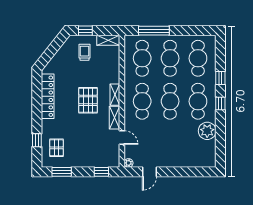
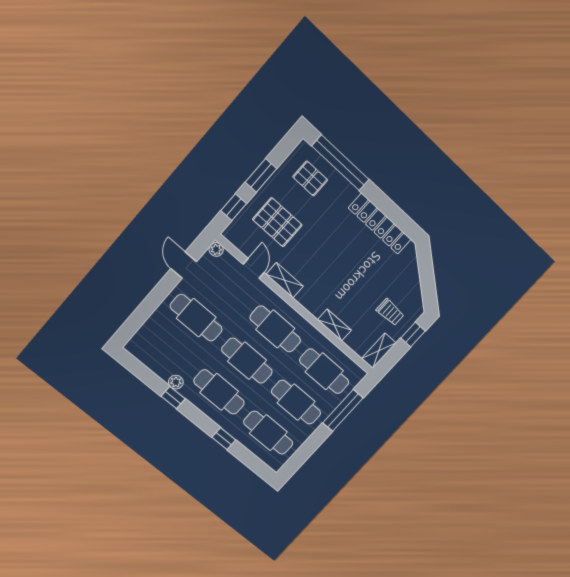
shelving: (115, 95) -> (334, 325), moved
pallet: (88, 100) -> (277, 222), moved
window: (220, 104) -> (173, 398), moved
plant: (207, 131) -> (176, 382), width x0.53, depth x0.53
door: (122, 137) -> (254, 268), swing flipped
window: (37, 140) -> (340, 163), width x3.17
cafe table: (170, 144) -> (196, 318), added
window: (62, 172) -> (261, 175), moved

